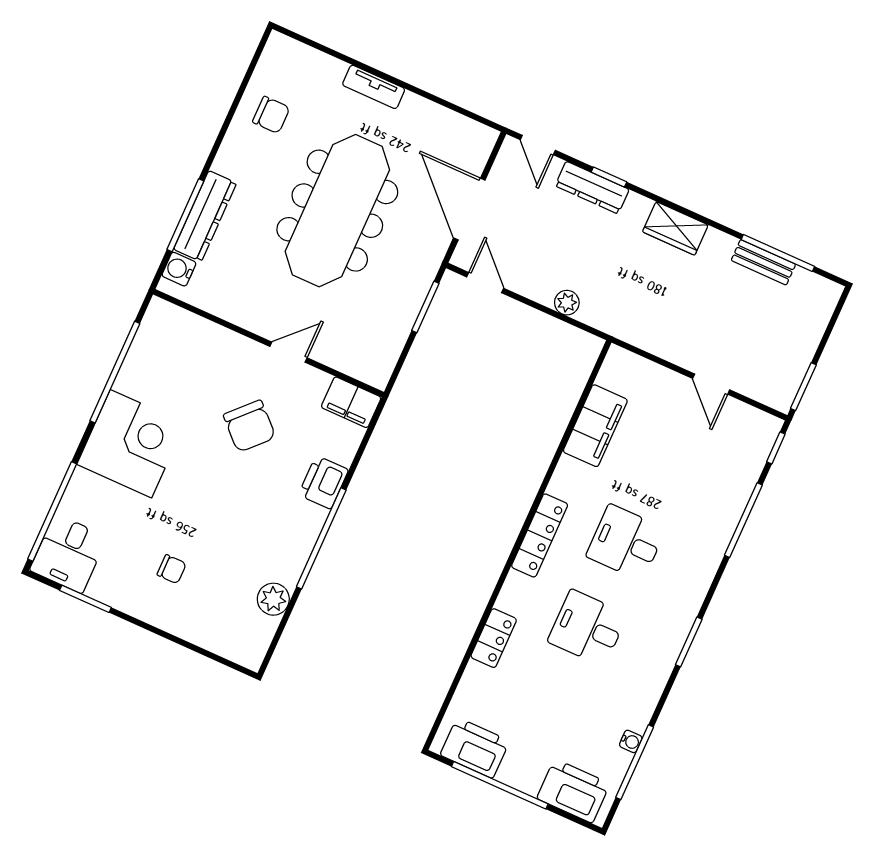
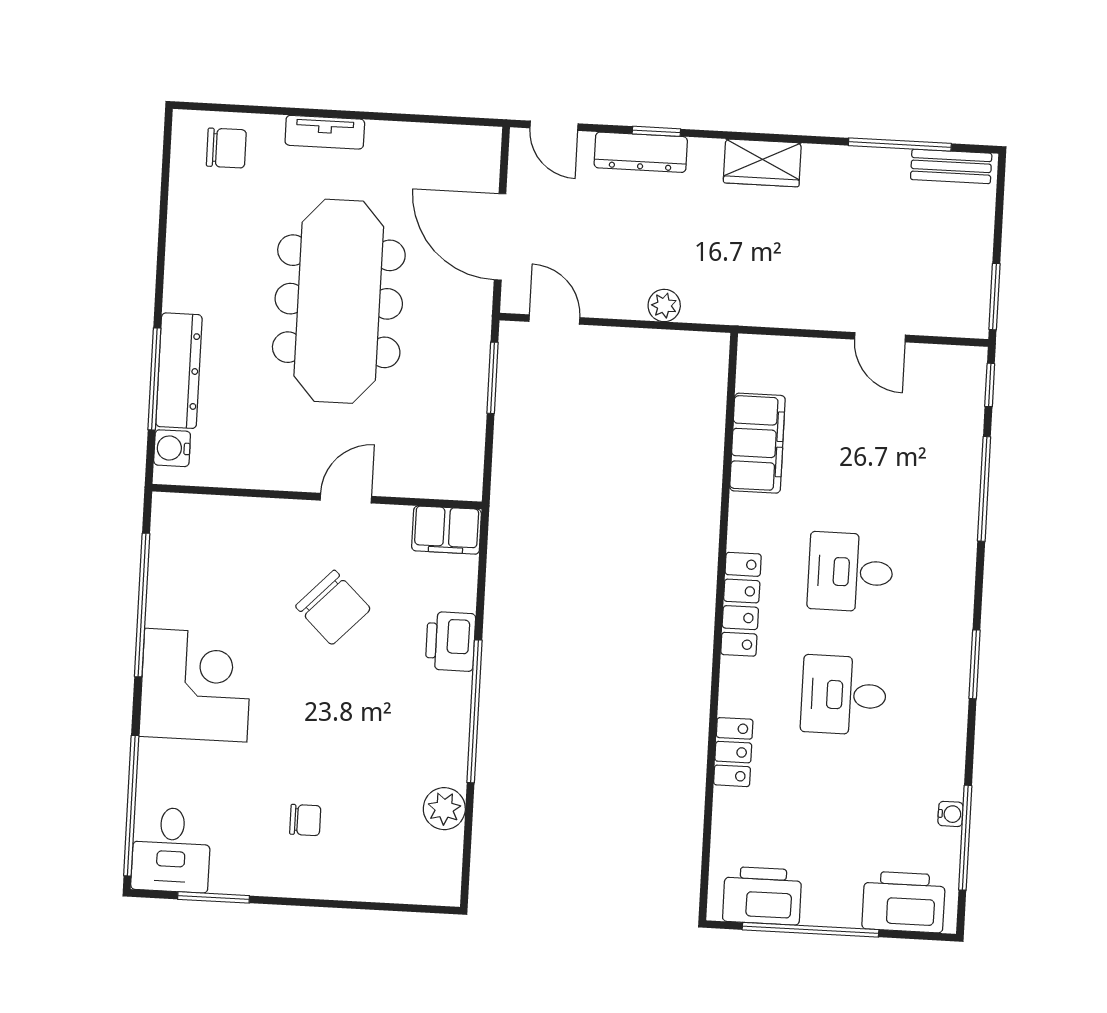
chair: (271, 115) -> (226, 148), moved
bench: (763, 262) -> (951, 166), moved

